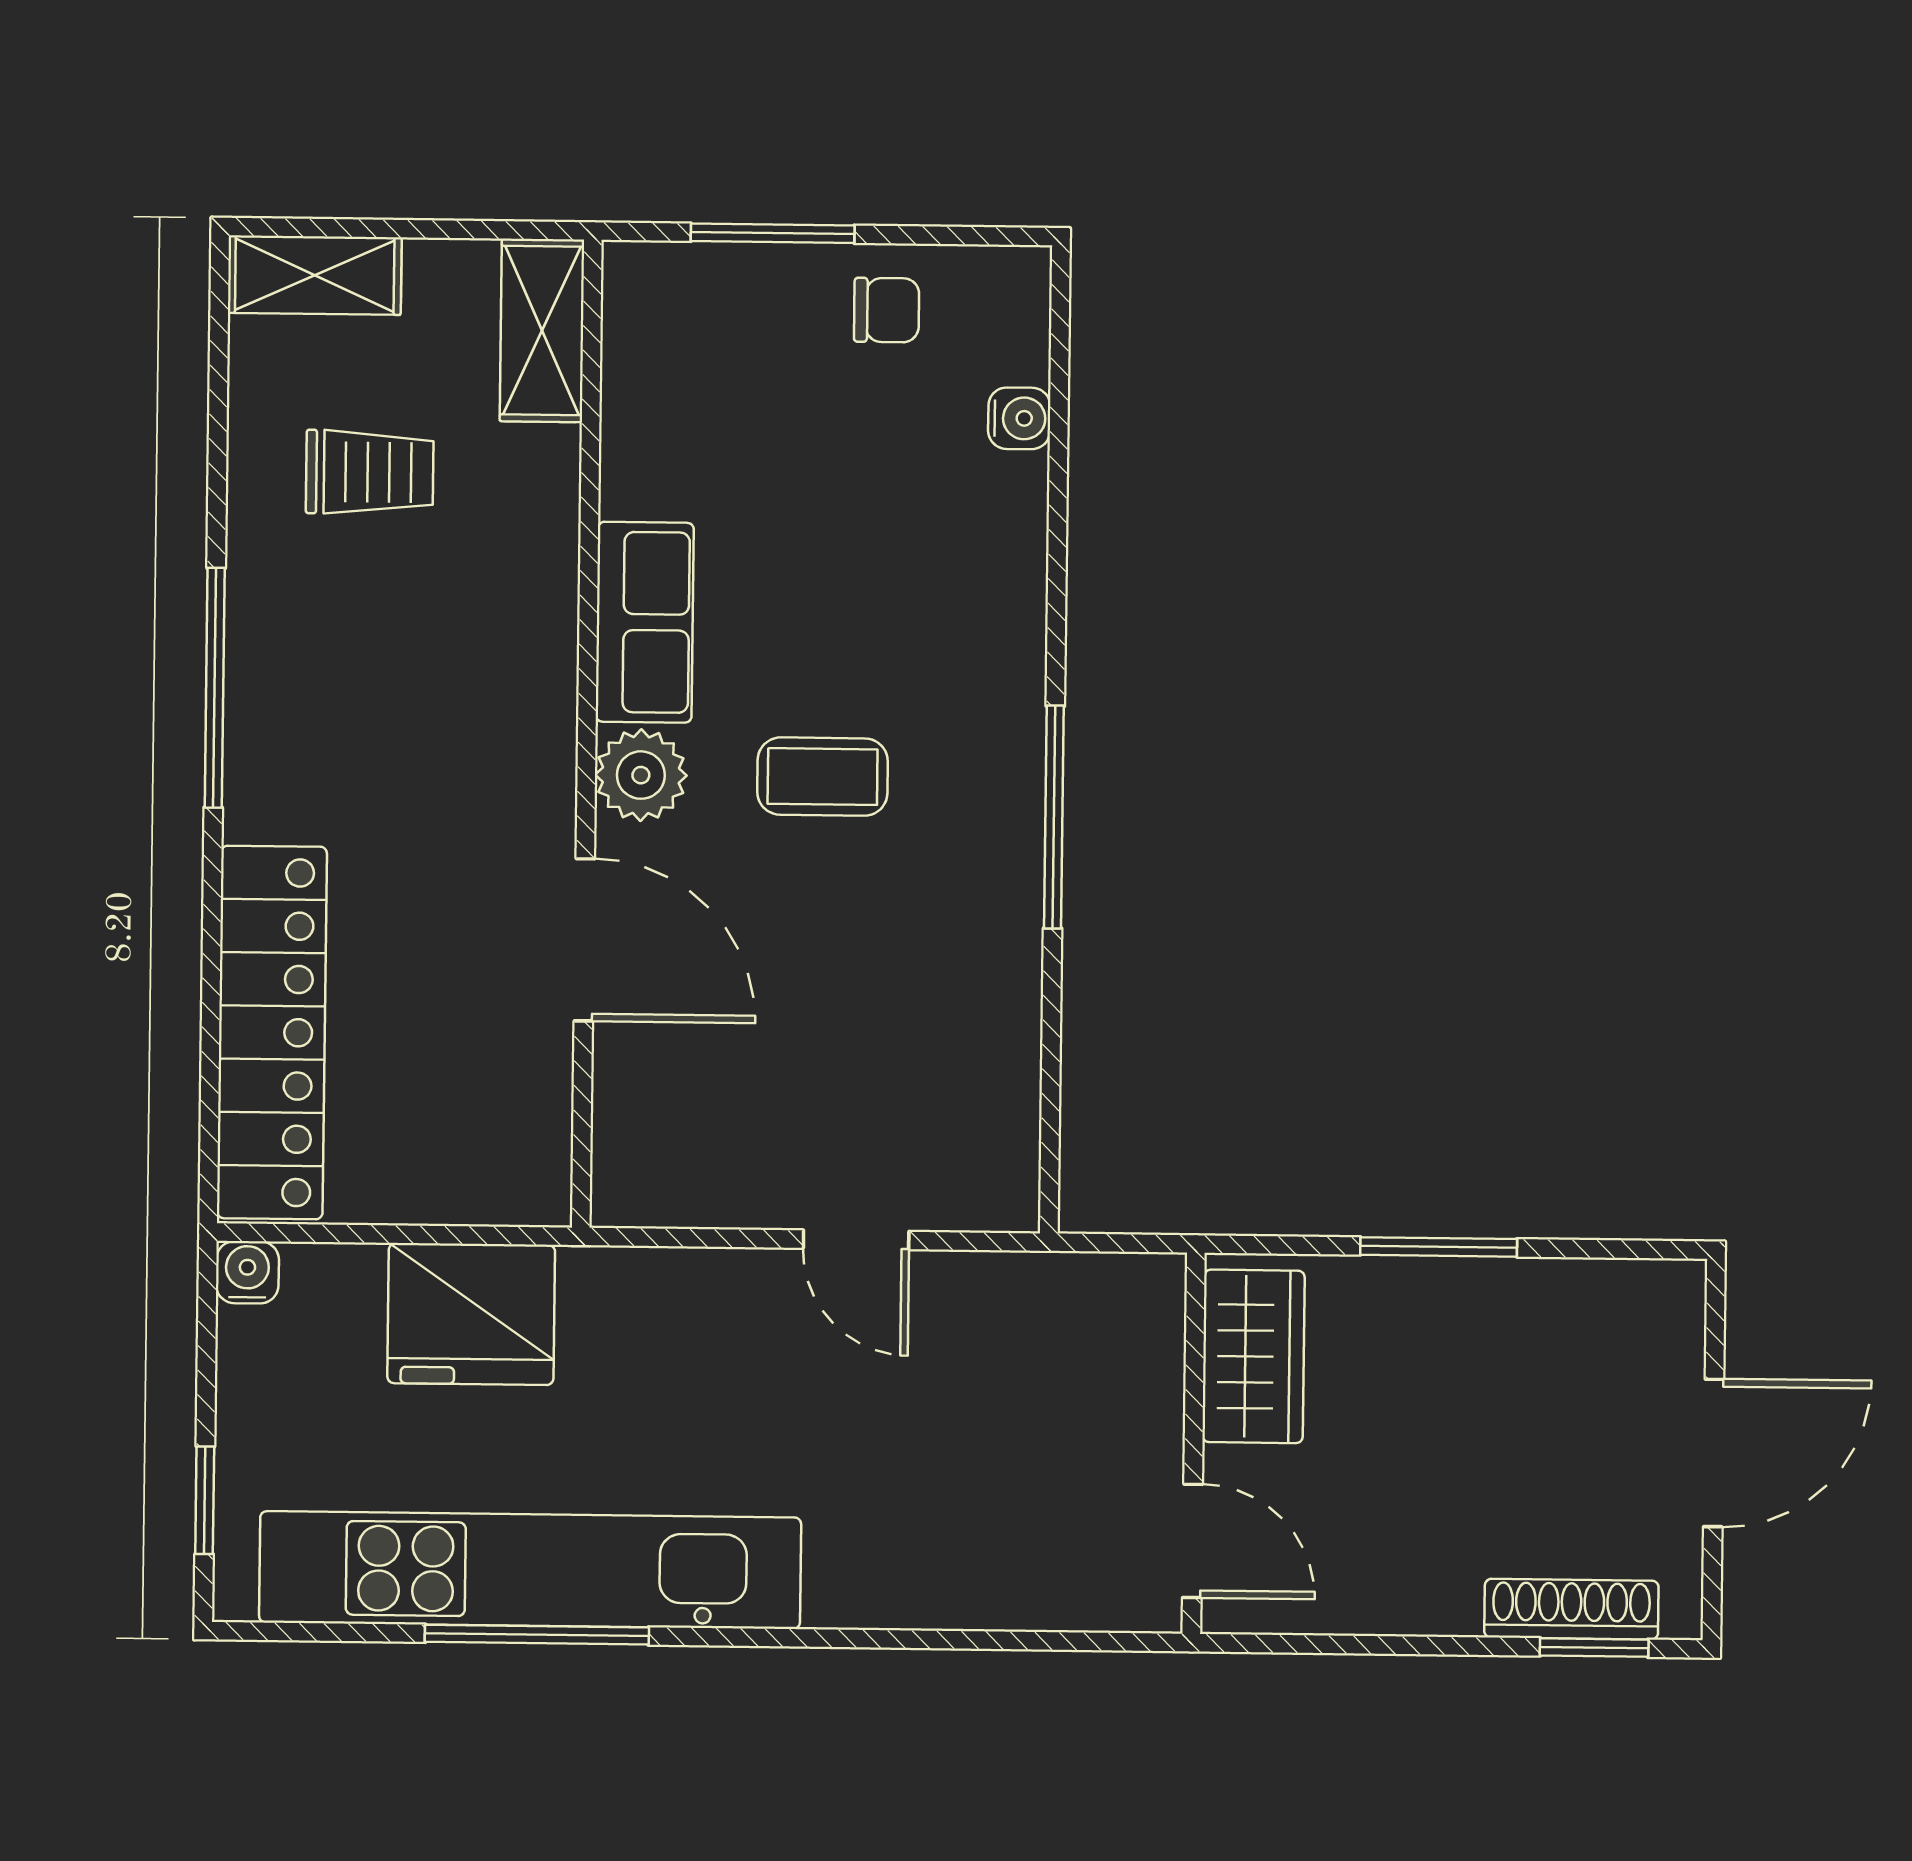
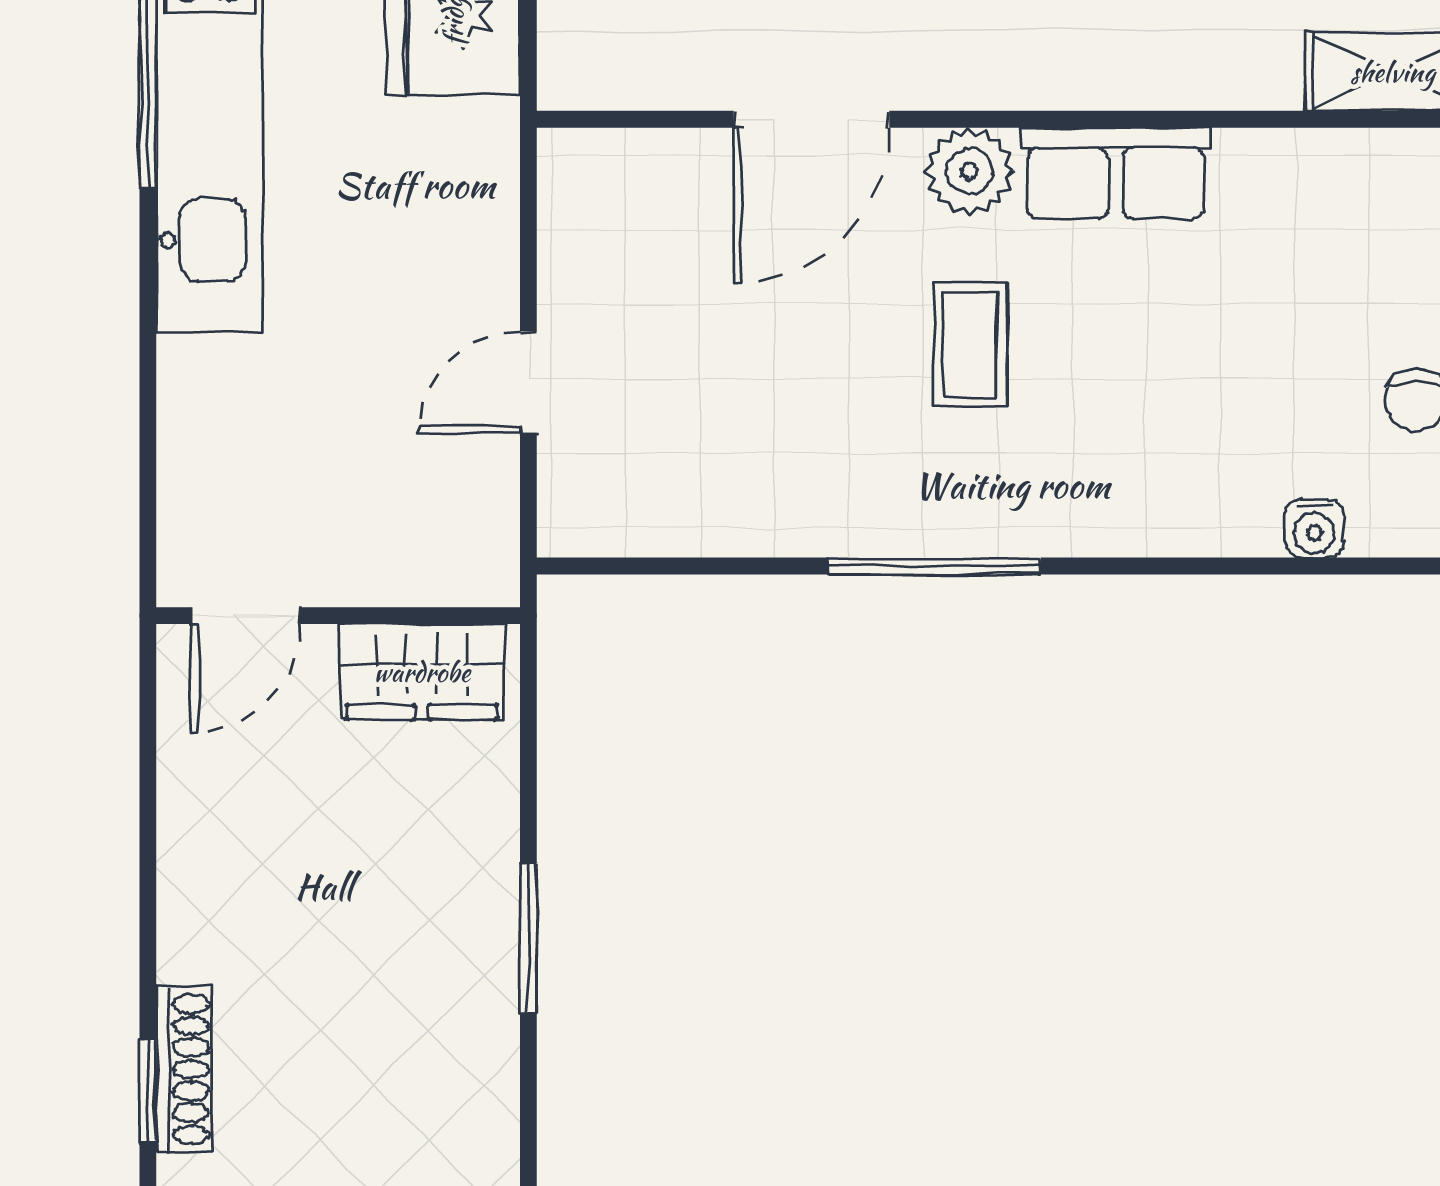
wardrobe: (1253, 1356) -> (422, 672), moved
wall: (1194, 1443) -> (338, 616), moved
door: (1192, 1541) -> (245, 616), moved

